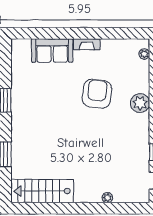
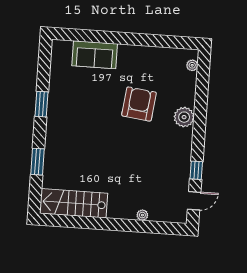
fireplace: (87, 44) -> (132, 51), removed

